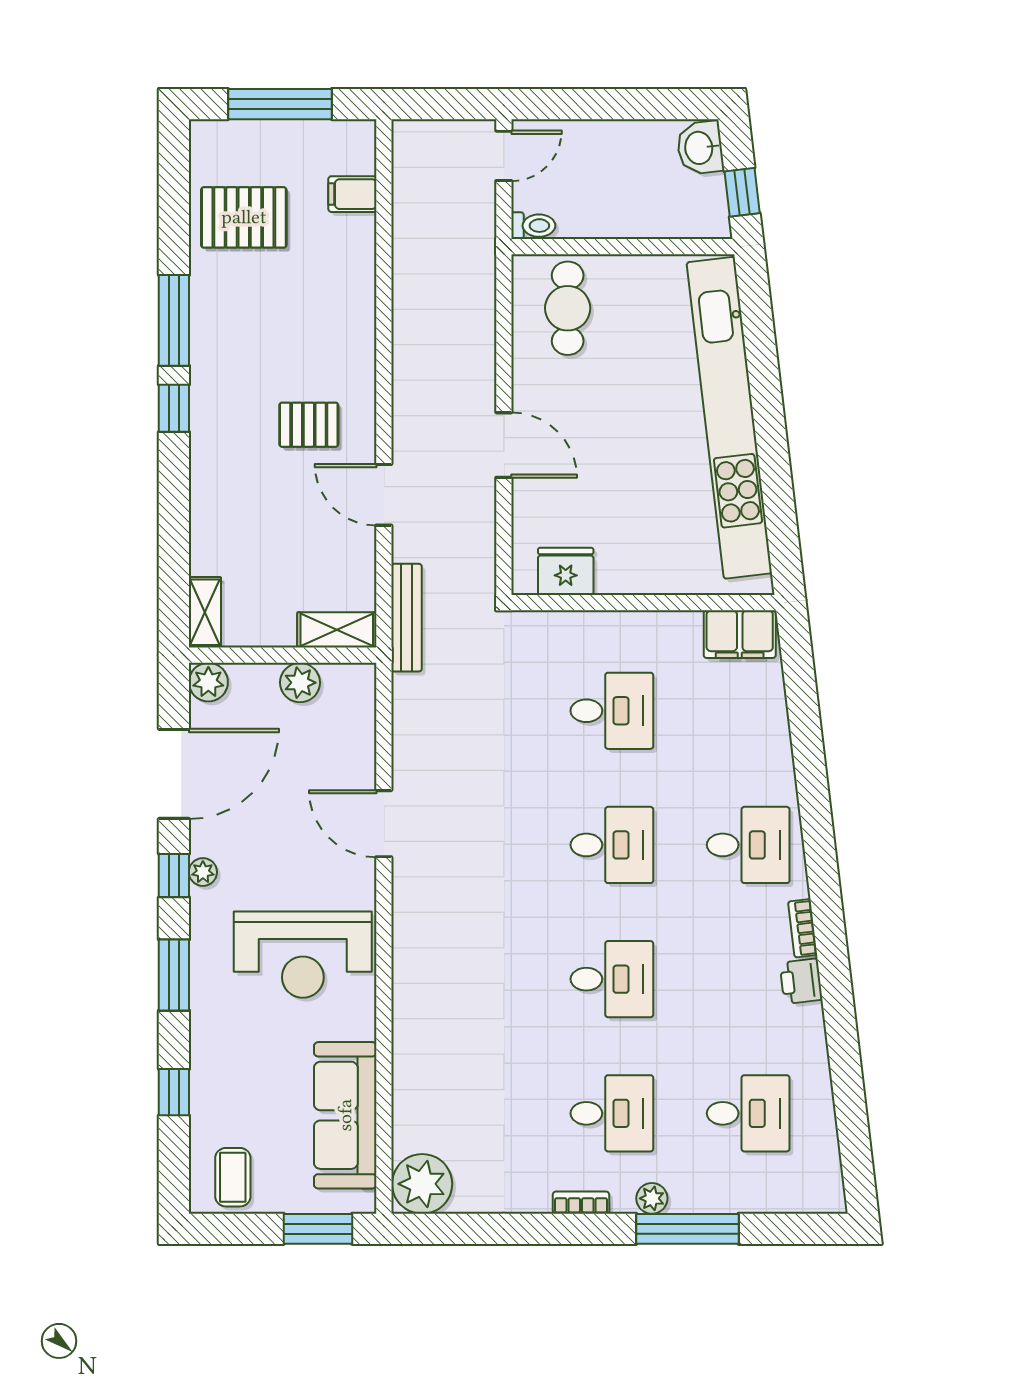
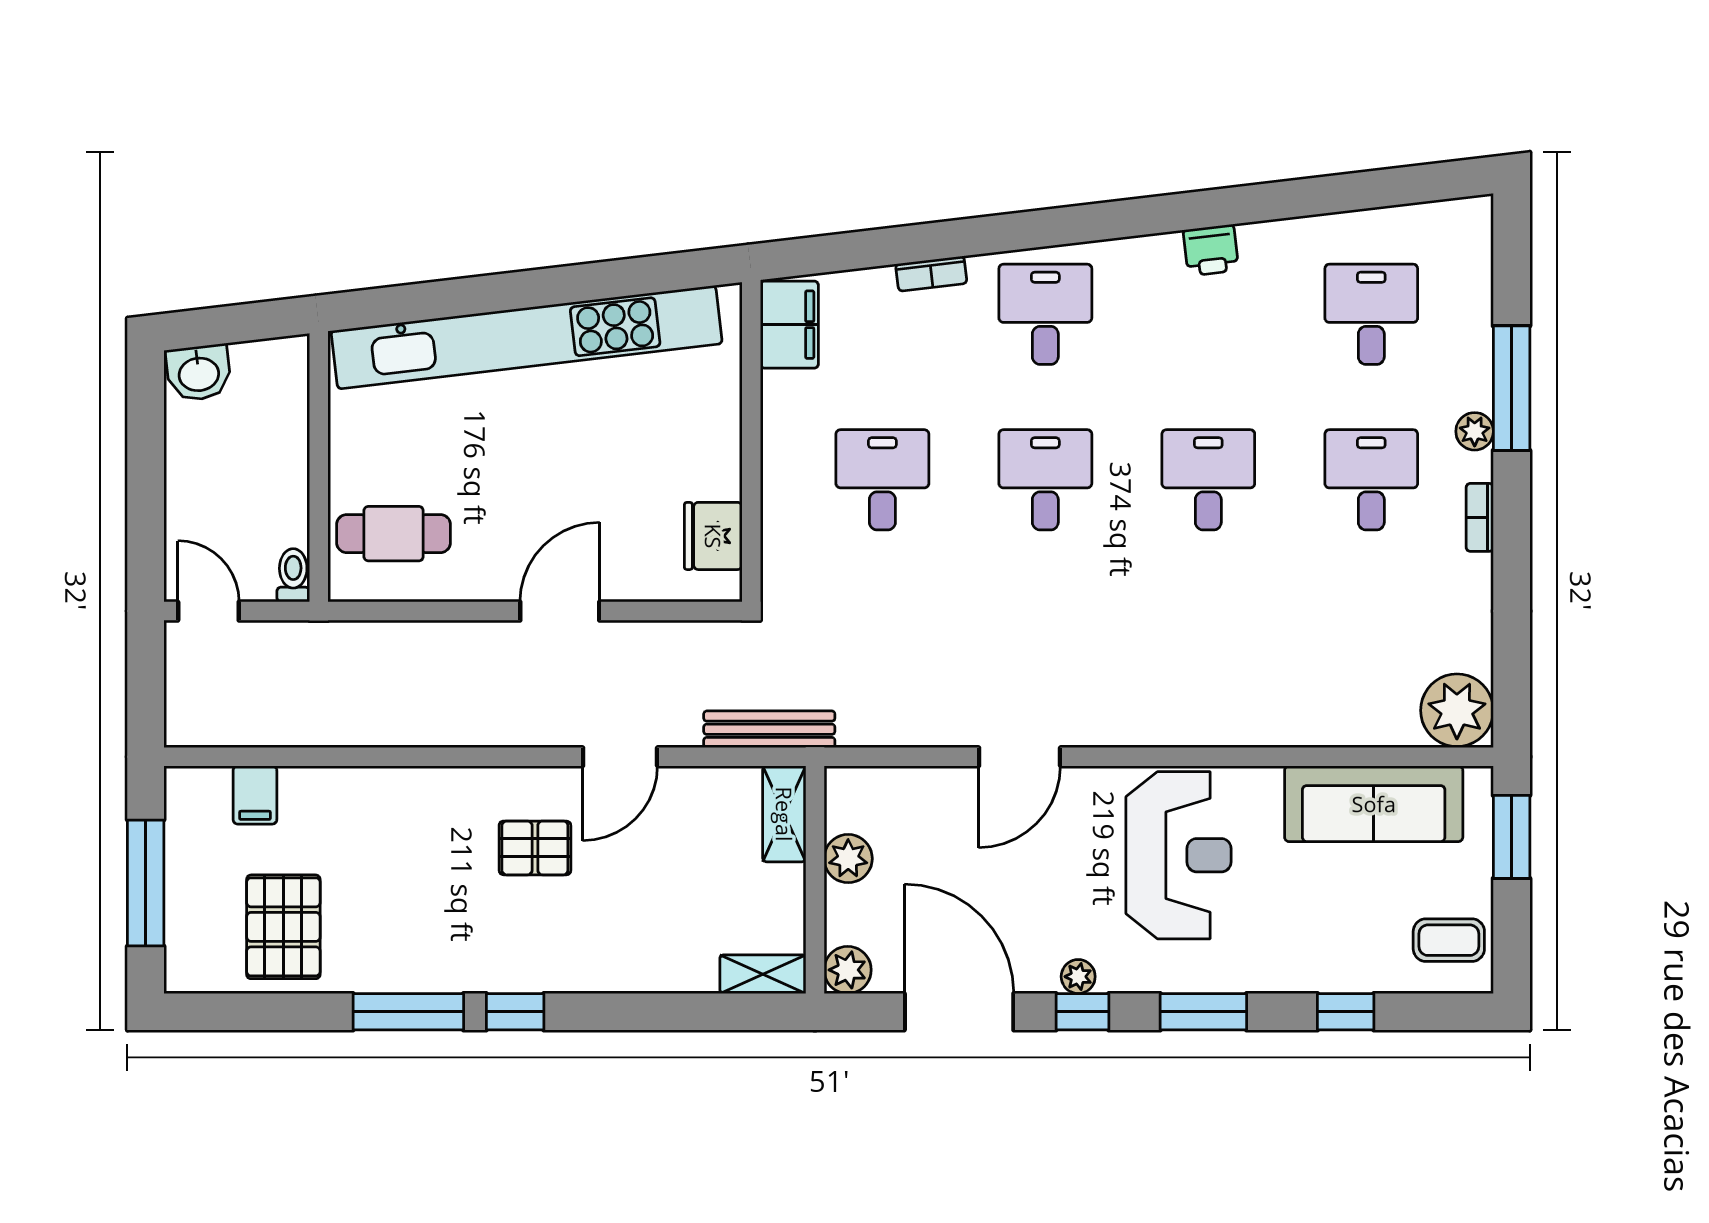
window: (742, 192) -> (253, 322), removed
pallet: (309, 425) -> (535, 848), turned 90
bookcase: (803, 928) -> (931, 274), moved

